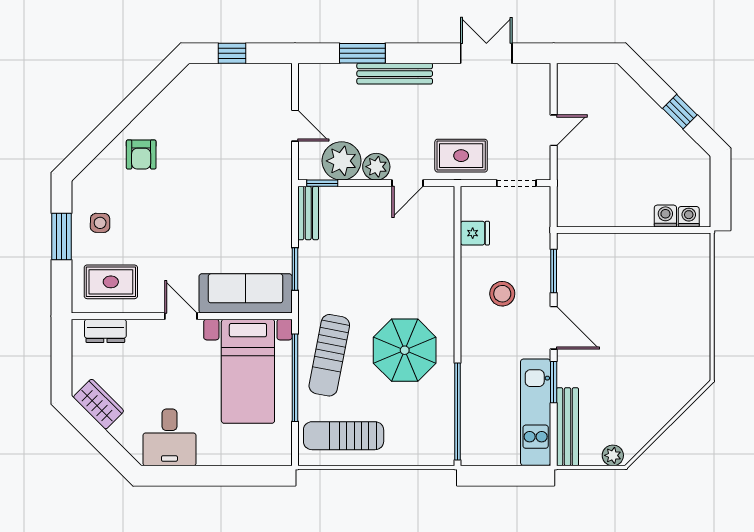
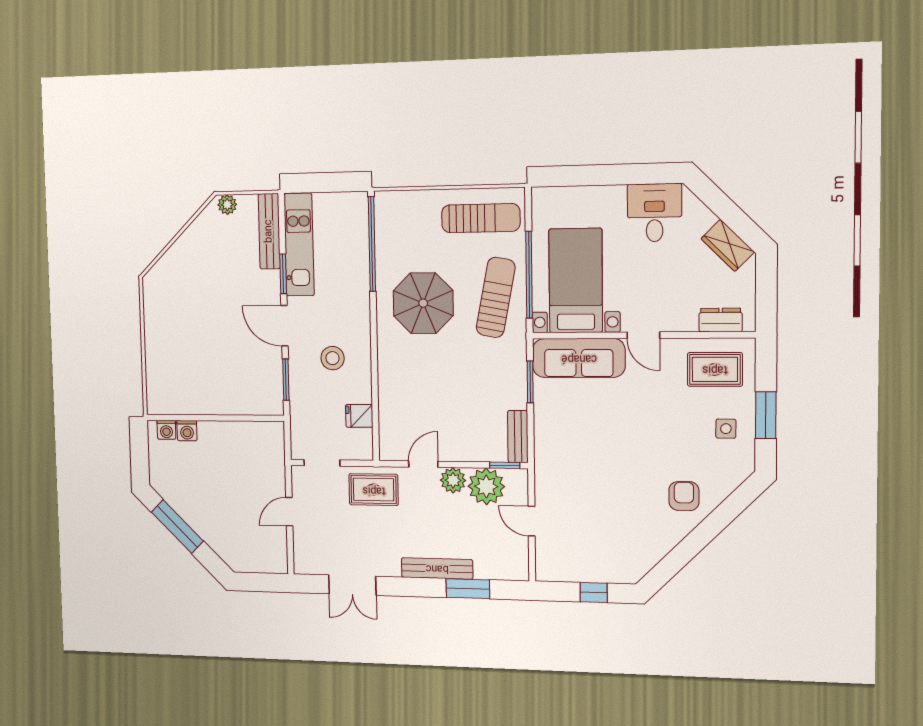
window: (680, 112) -> (177, 527), width x2.17

